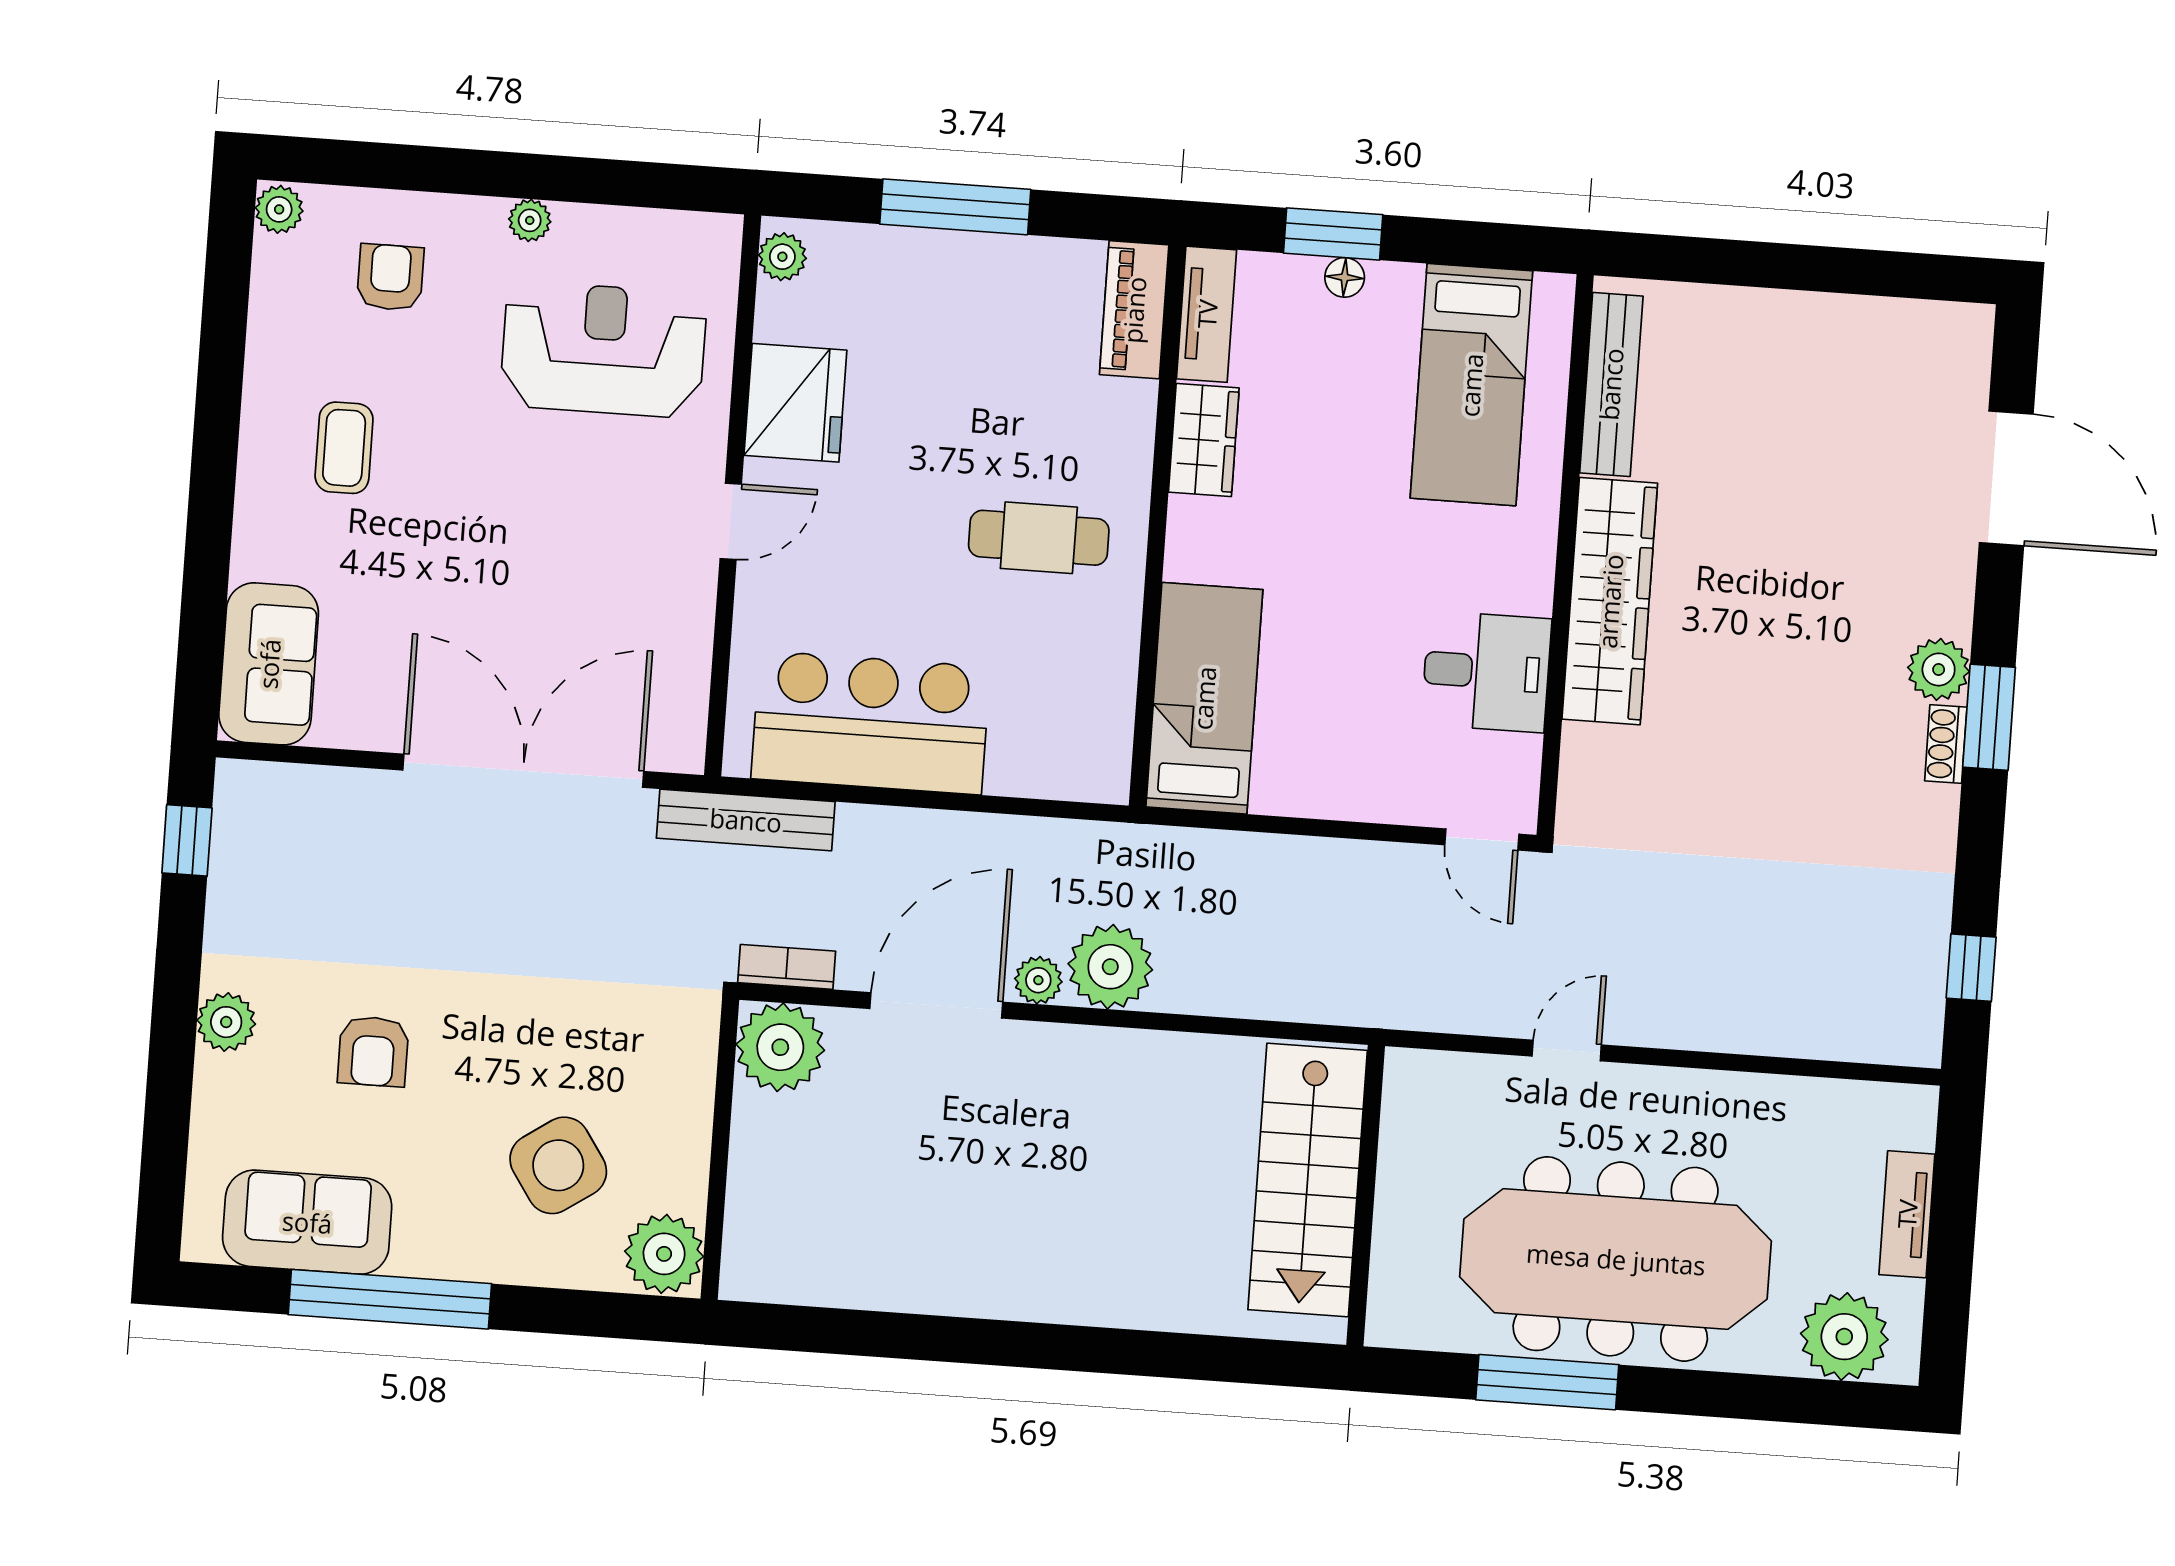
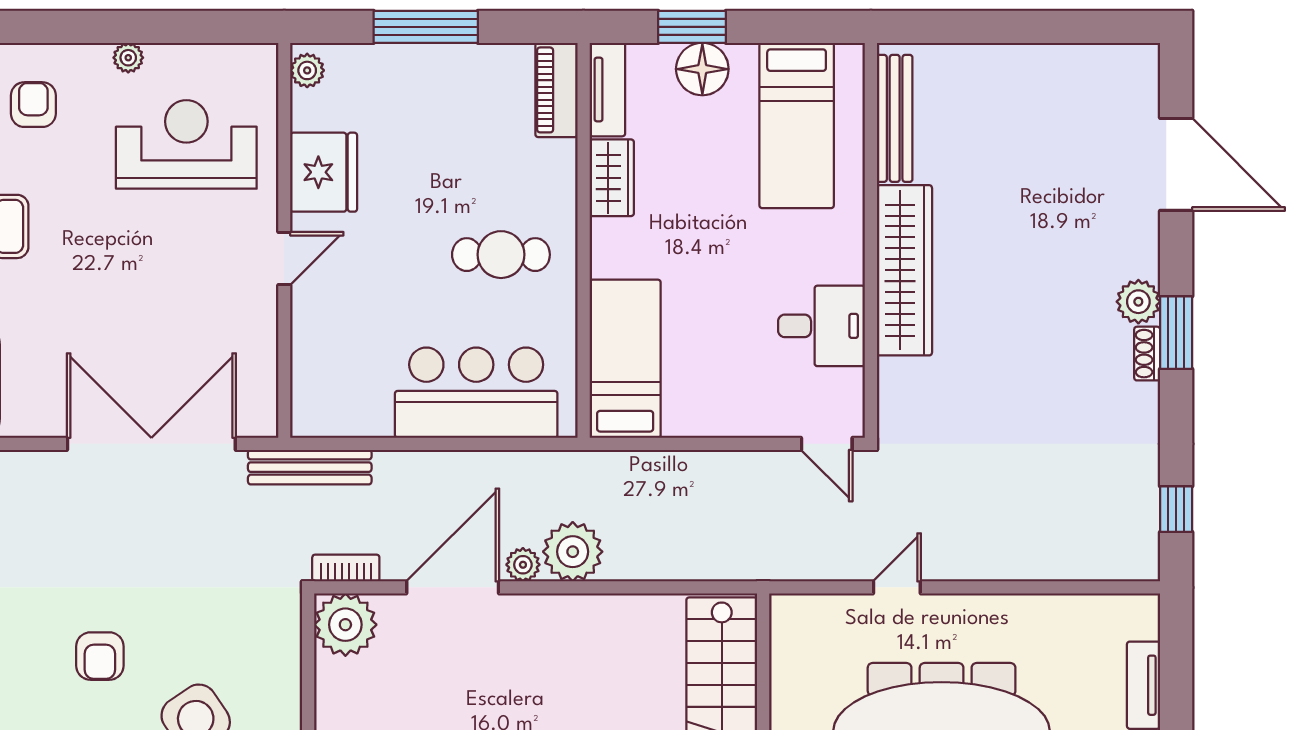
floor lamp: (1345, 277) -> (702, 69), width x1.89, depth x1.89
bar counter: (871, 723) -> (476, 393), moved
armchair: (373, 1051) -> (100, 656), moved

